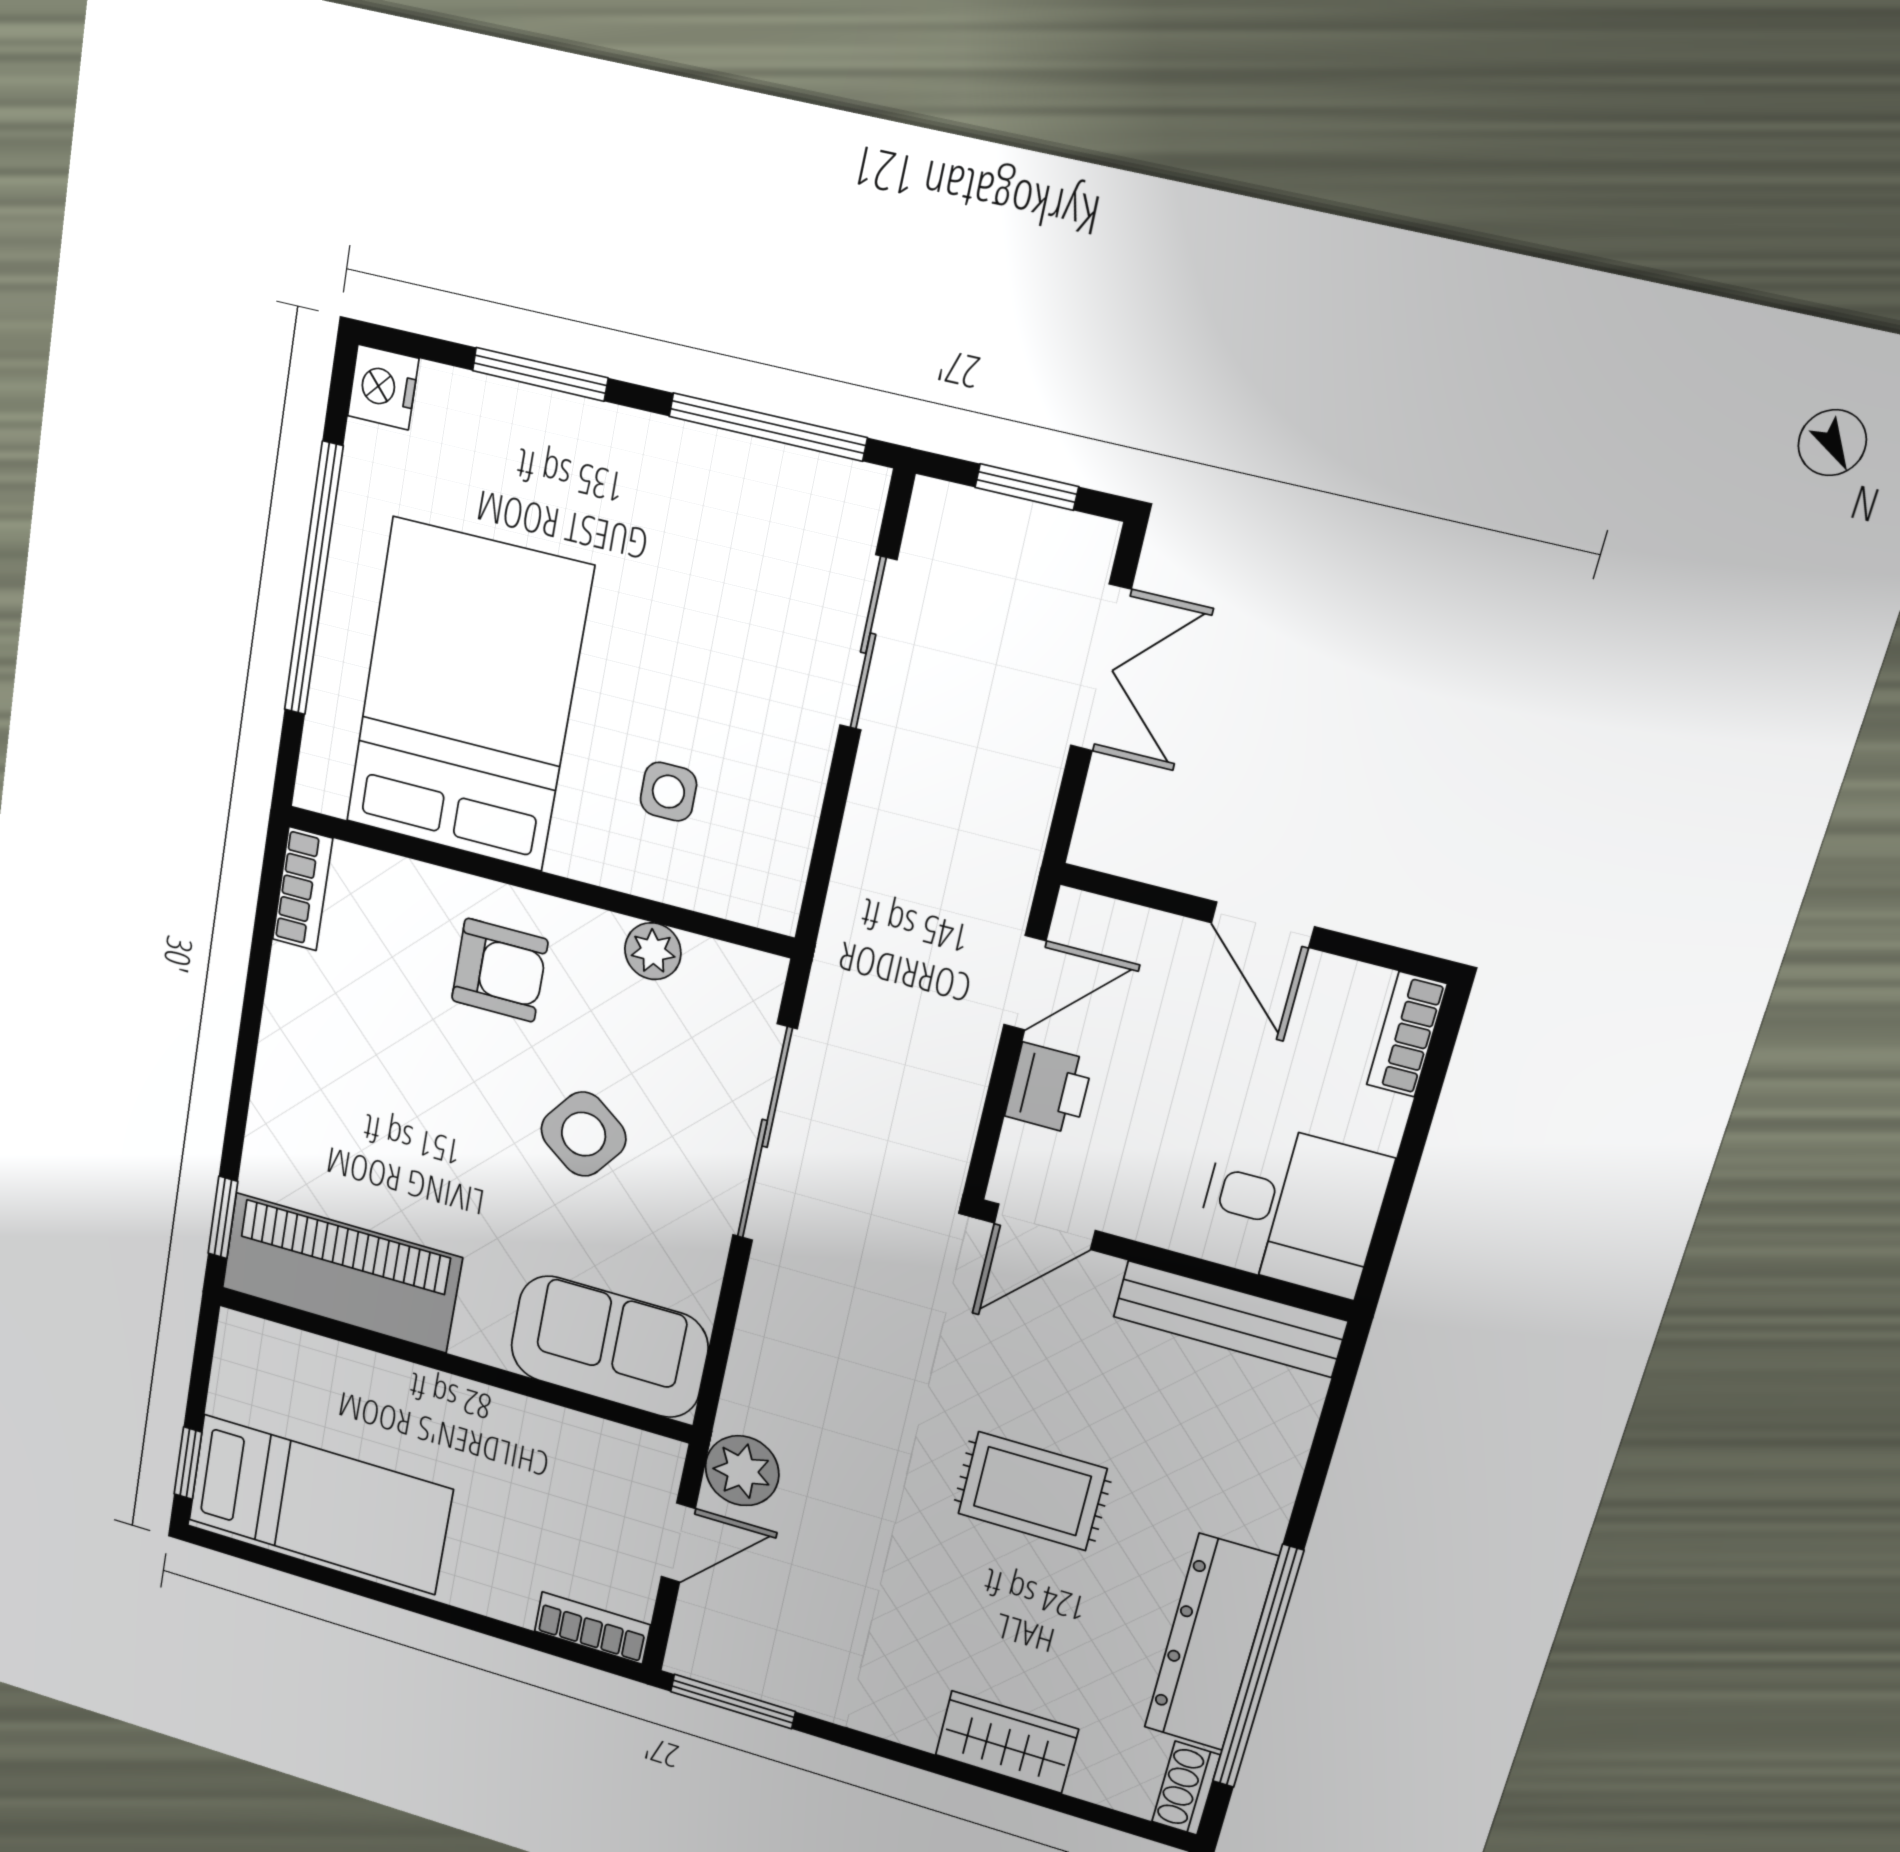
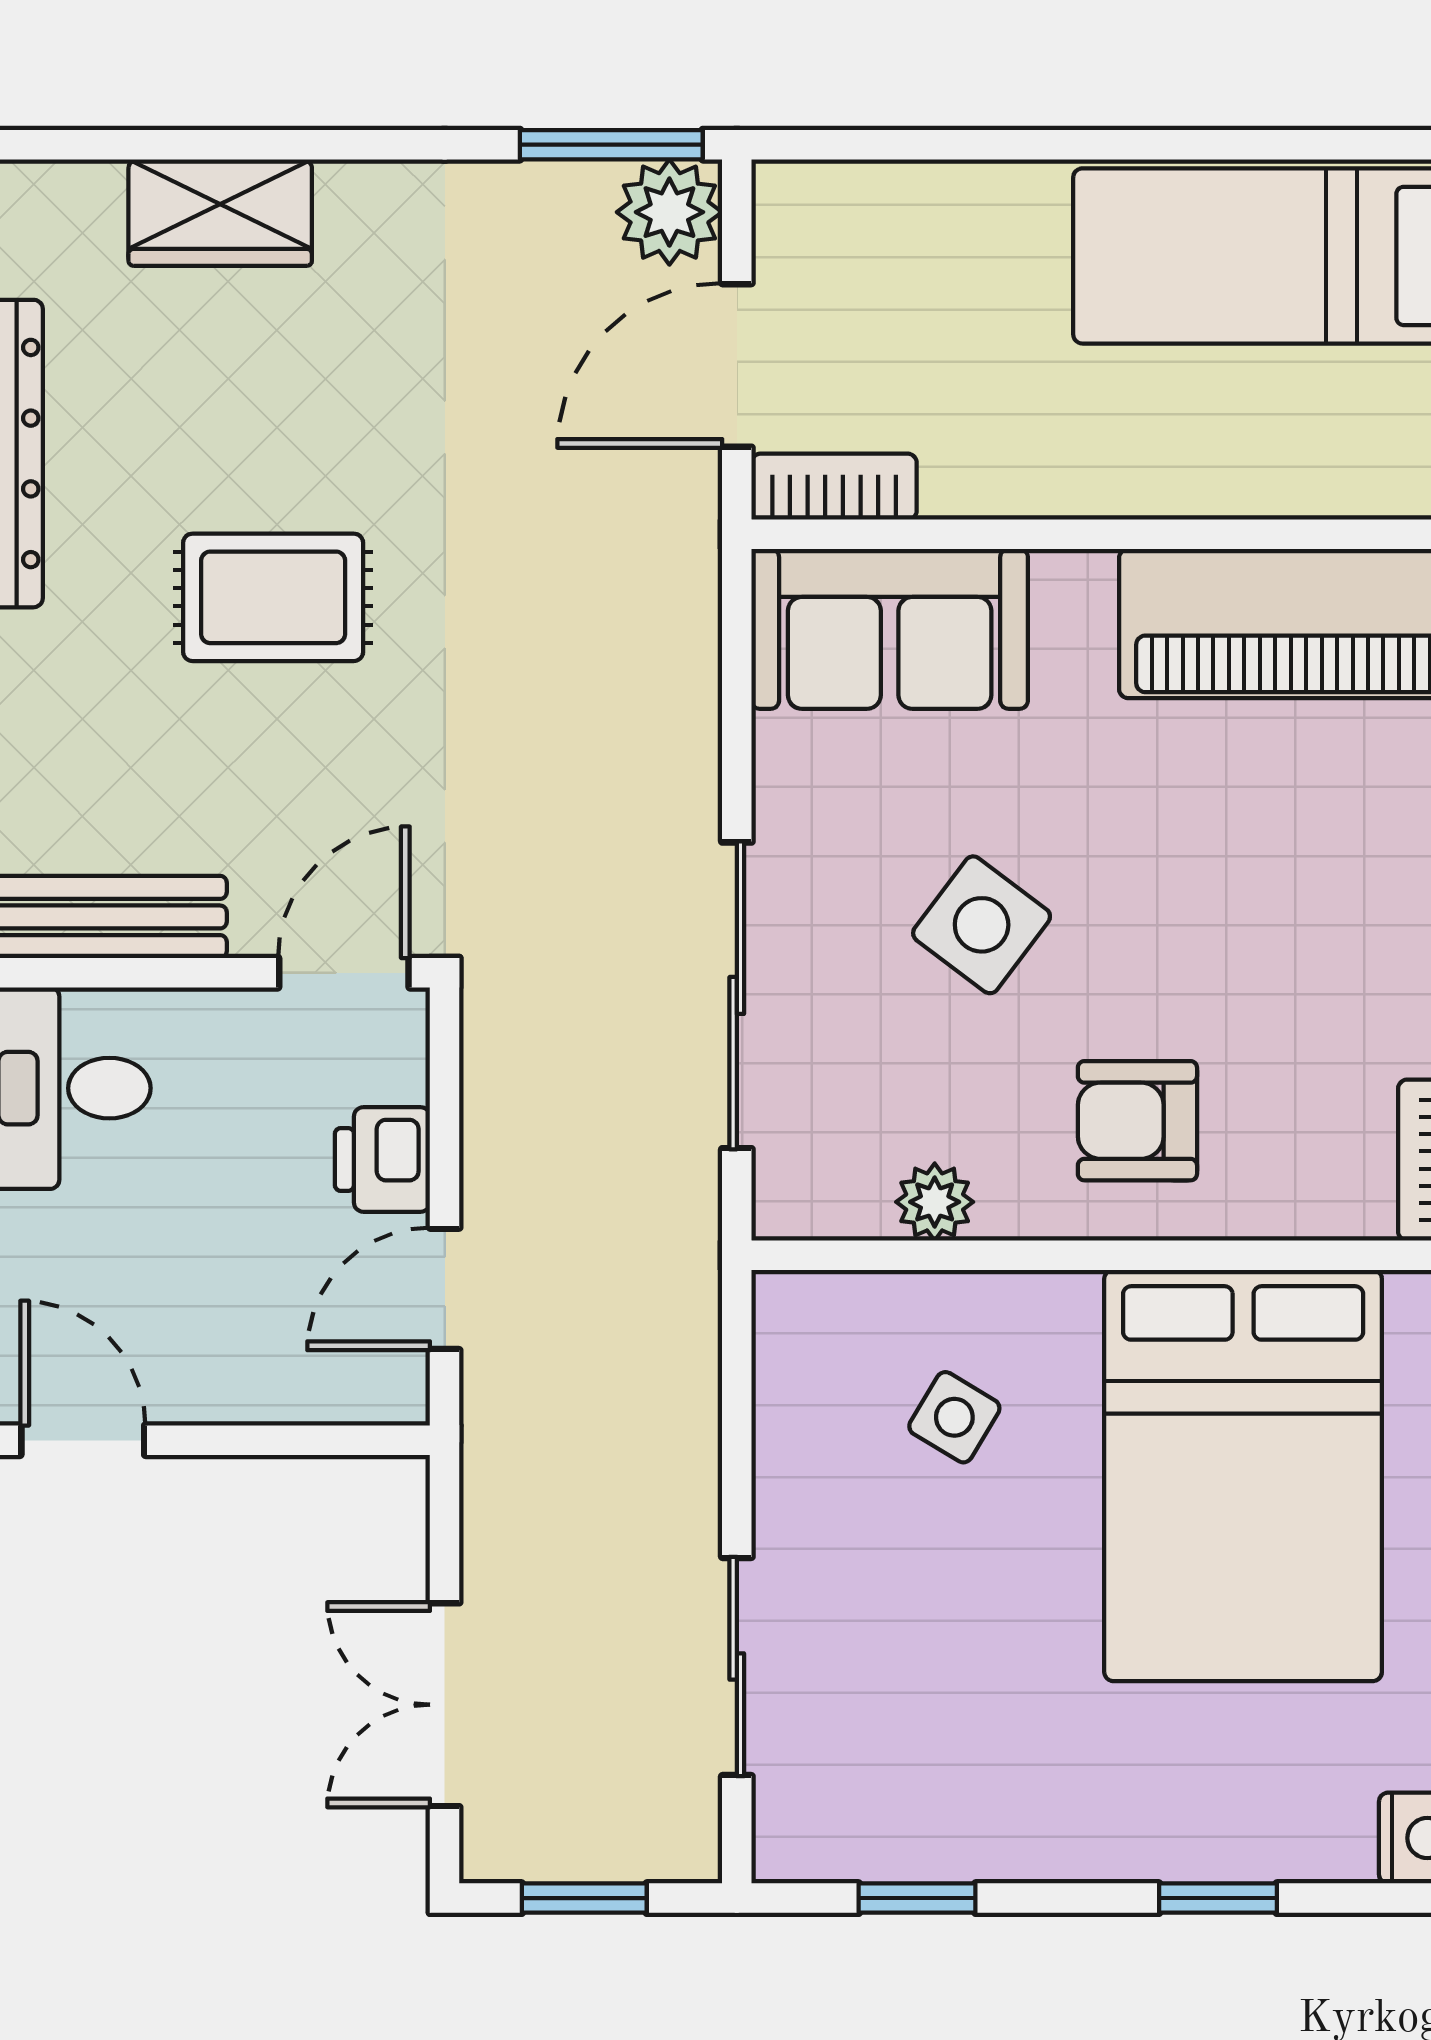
window: (540, 374) -> (1218, 1898), width x0.67
window: (768, 427) -> (917, 1898), width x0.46
side table: (668, 792) -> (954, 1417), turned 31
door: (1263, 925) -> (83, 1440), moved
plant: (742, 1471) -> (669, 212), moved
door: (678, 1543) -> (737, 365), width x1.38
bookcase: (592, 1628) -> (834, 487), moved, turned 180

